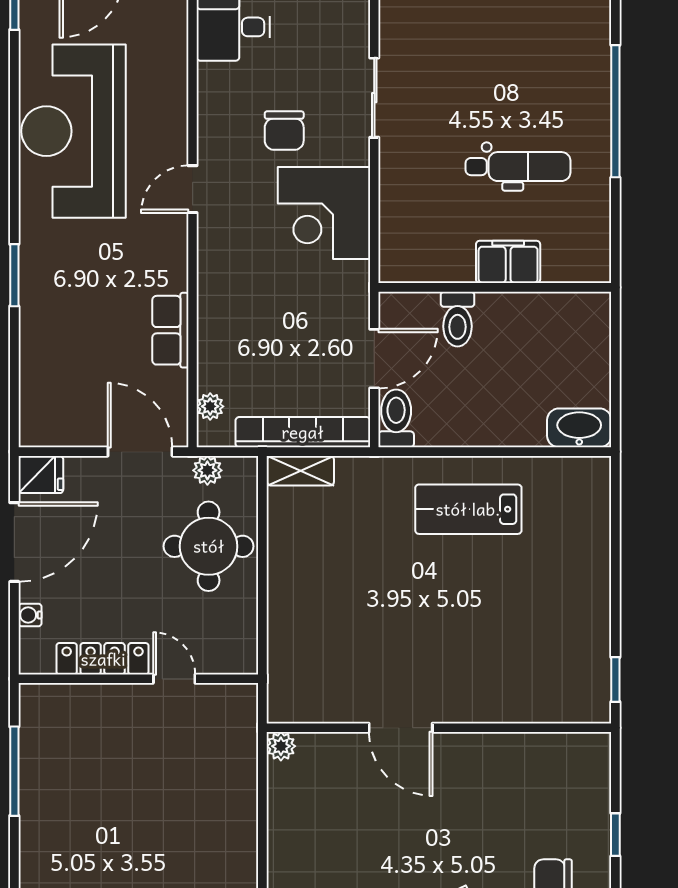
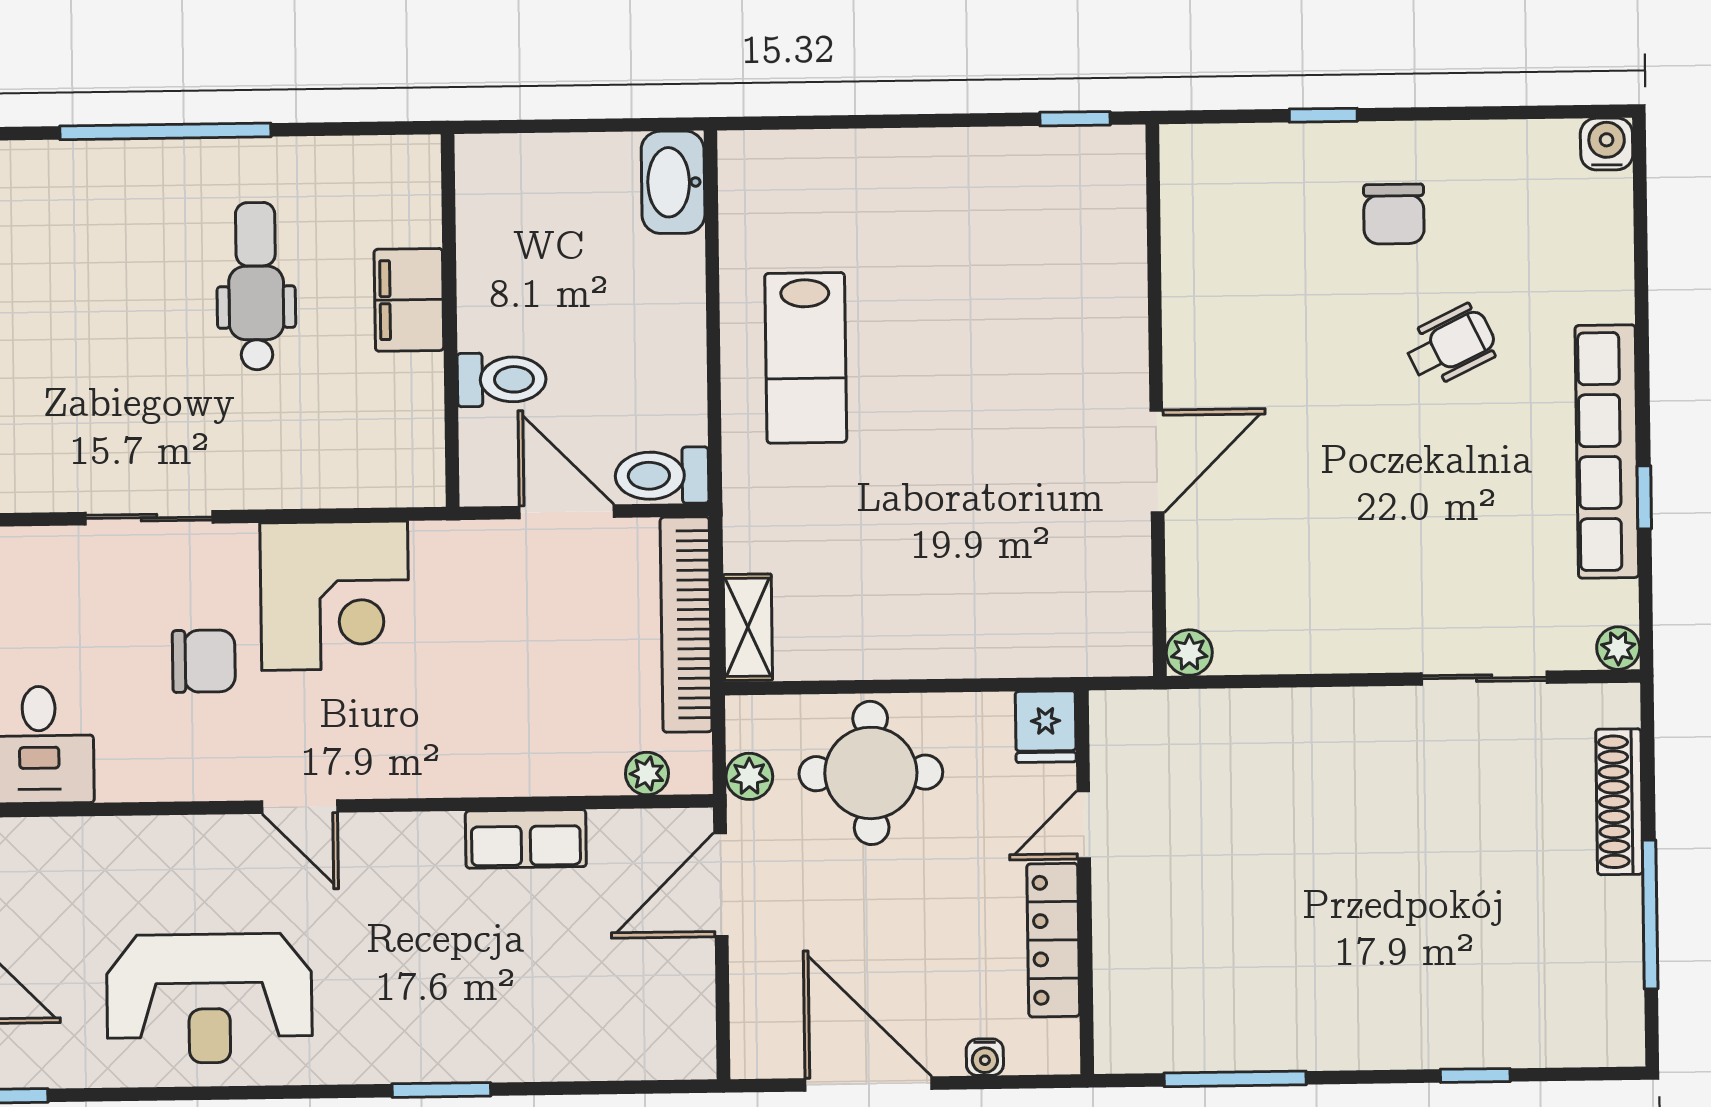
reception desk: (73, 131) -> (209, 998), width x0.74, depth x0.77
fridge: (41, 475) -> (1046, 727), moved, turned 180

